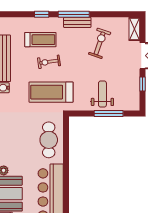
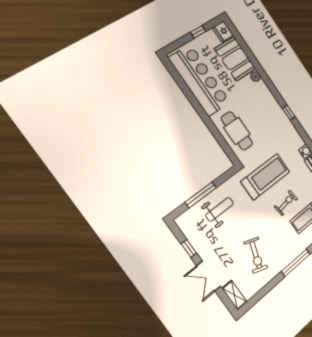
bench: (77, 22) -> (288, 258), removed
weight bench: (102, 94) -> (220, 209), turned -90

